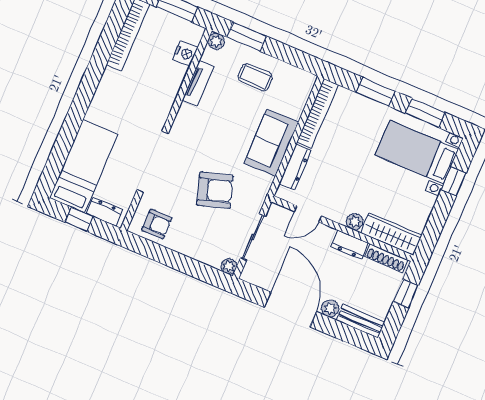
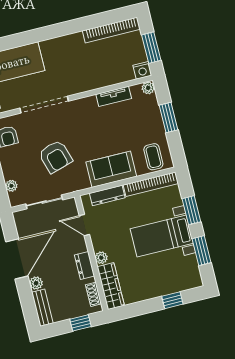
window: (247, 37) -> (169, 117), moved
nightstand: (185, 53) -> (142, 70), moved
coffee table: (255, 77) -> (153, 157), moved
bed with nightstands: (417, 152) -> (162, 236), moved, turned -90
shoe rack: (386, 258) -> (93, 294), width x0.70
plant: (229, 266) -> (11, 186), moved

